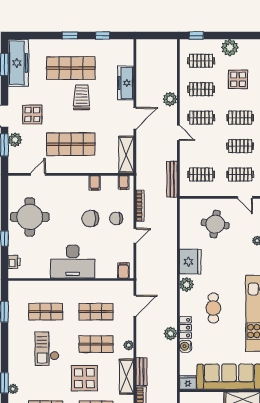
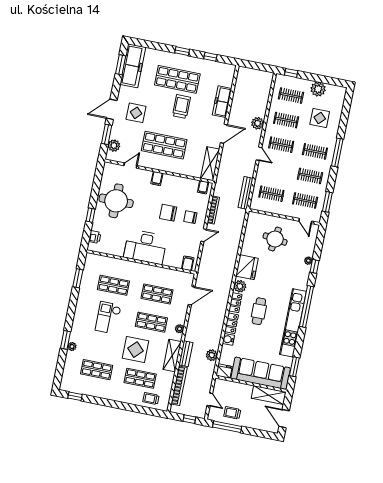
plant: (15, 140) -> (114, 146), moved
filing cabinet: (95, 183) -> (157, 178), moved
locker: (185, 304) -> (235, 303), added
plant: (171, 334) -> (212, 355), moved

